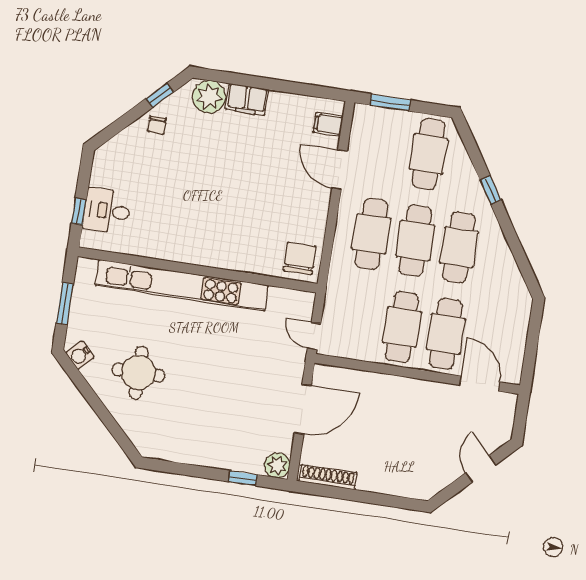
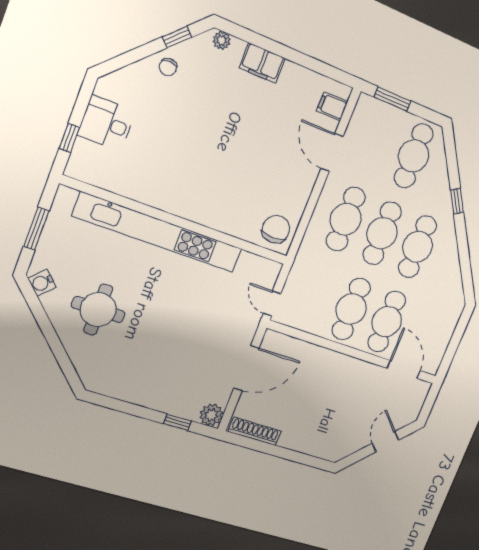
plant: (209, 97) -> (222, 40), width x0.53, depth x0.53
desk: (107, 211) -> (106, 123), moved

